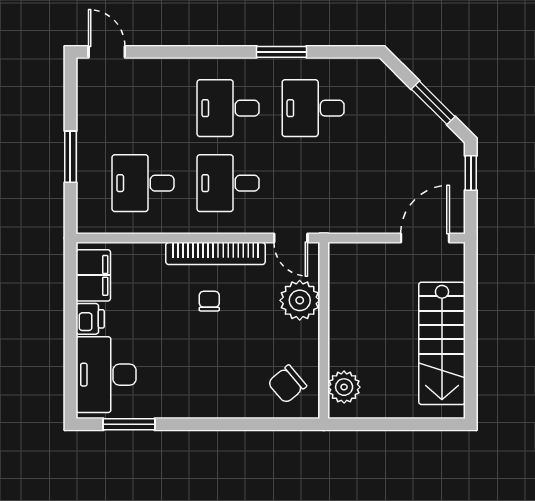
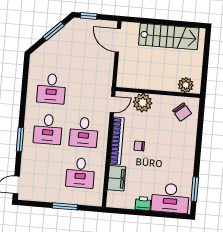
window: (281, 52) -> (20, 139), moved
filing cabinet: (93, 275) -> (117, 178), moved, turned 90

